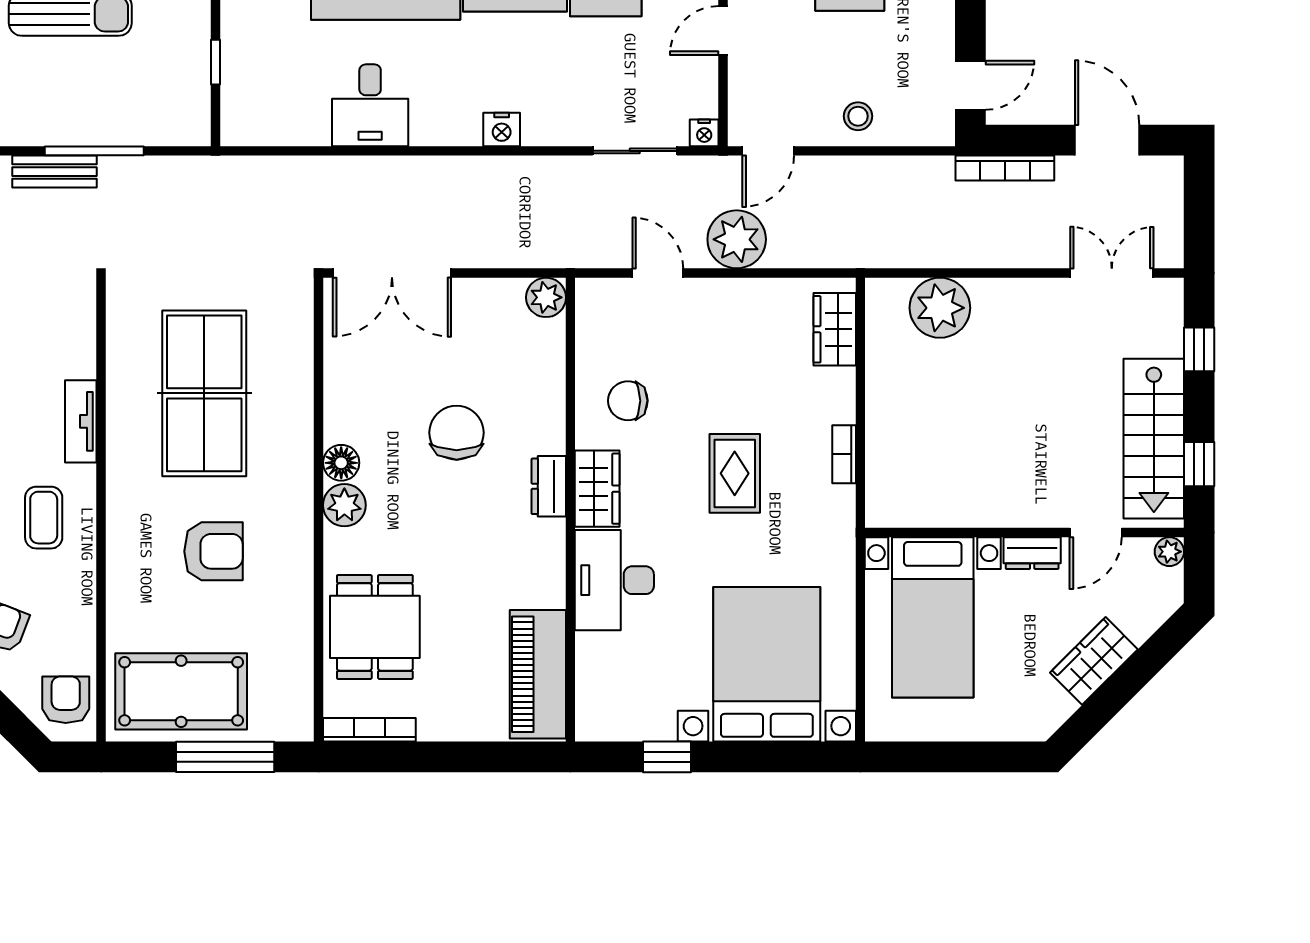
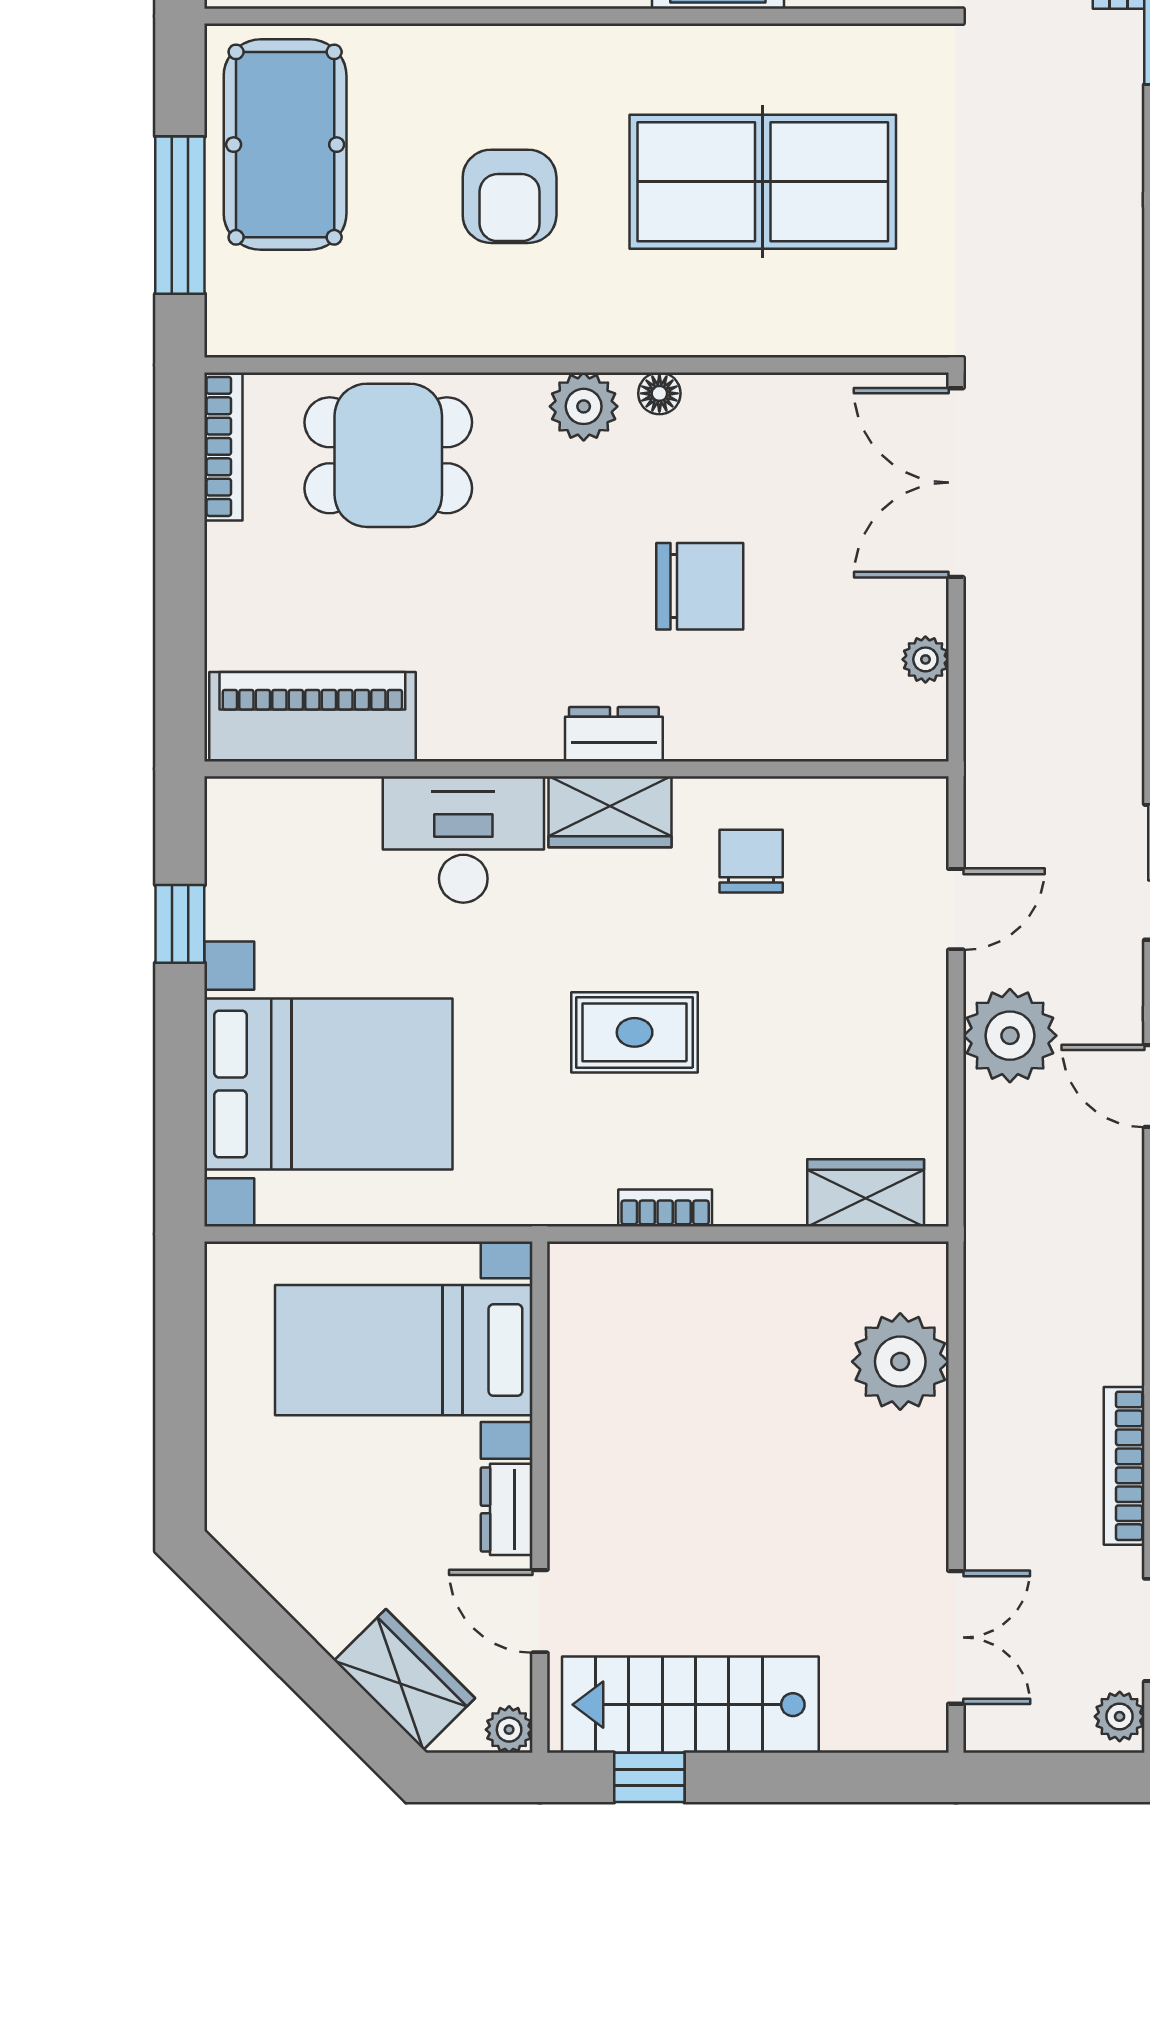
plant: (1161, 171) -> (1120, 1716), added
plant: (546, 297) -> (925, 659), moved, width x0.73, depth x0.73
window: (1199, 349) -> (833, 1777), removed
floor lamp: (341, 463) -> (659, 393), width x0.73, depth x0.73
wardrobe: (1094, 661) -> (405, 1679), moved

